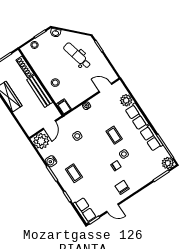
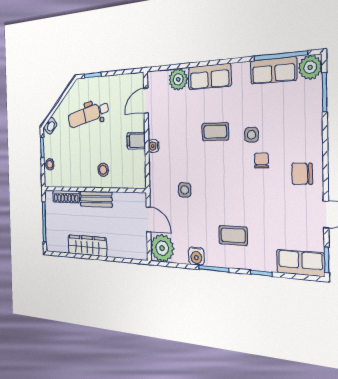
bench: (40, 91) -> (96, 199), width x0.73
filing cabinet: (64, 107) -> (136, 141), moved
row of seats: (151, 138) -> (273, 71), moved

